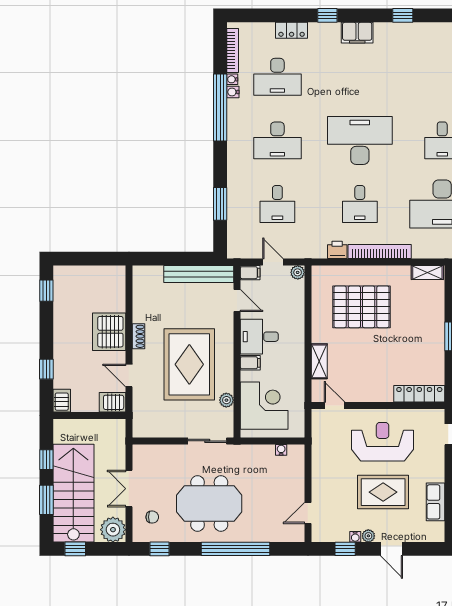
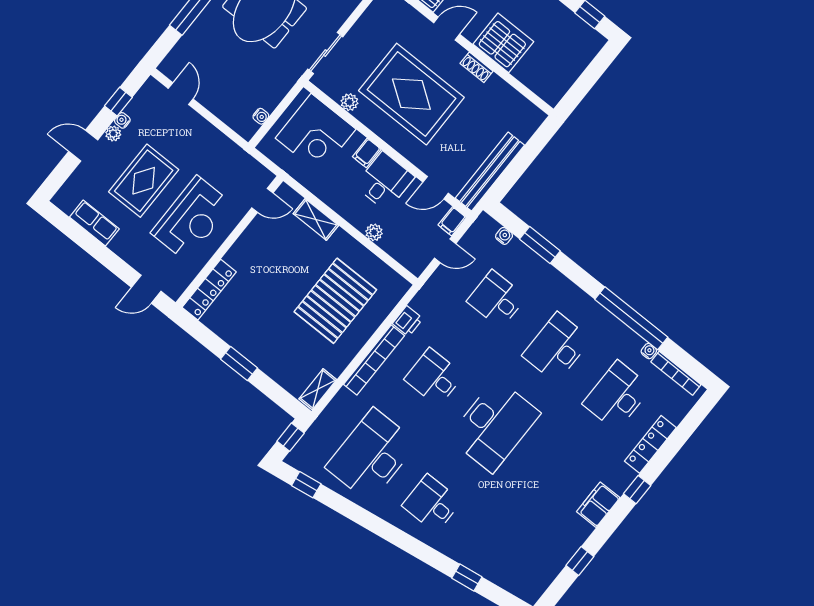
locker: (292, 30) -> (650, 444), width x1.53
water cooler: (233, 92) -> (504, 236), moved
plant: (298, 272) -> (374, 232), moved

